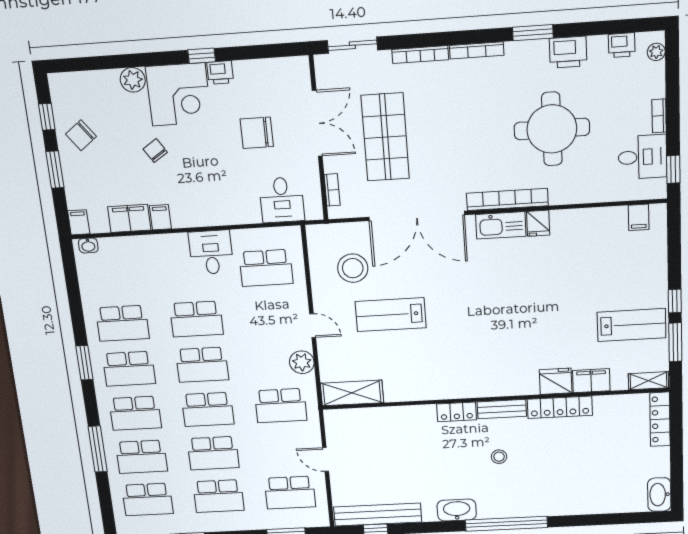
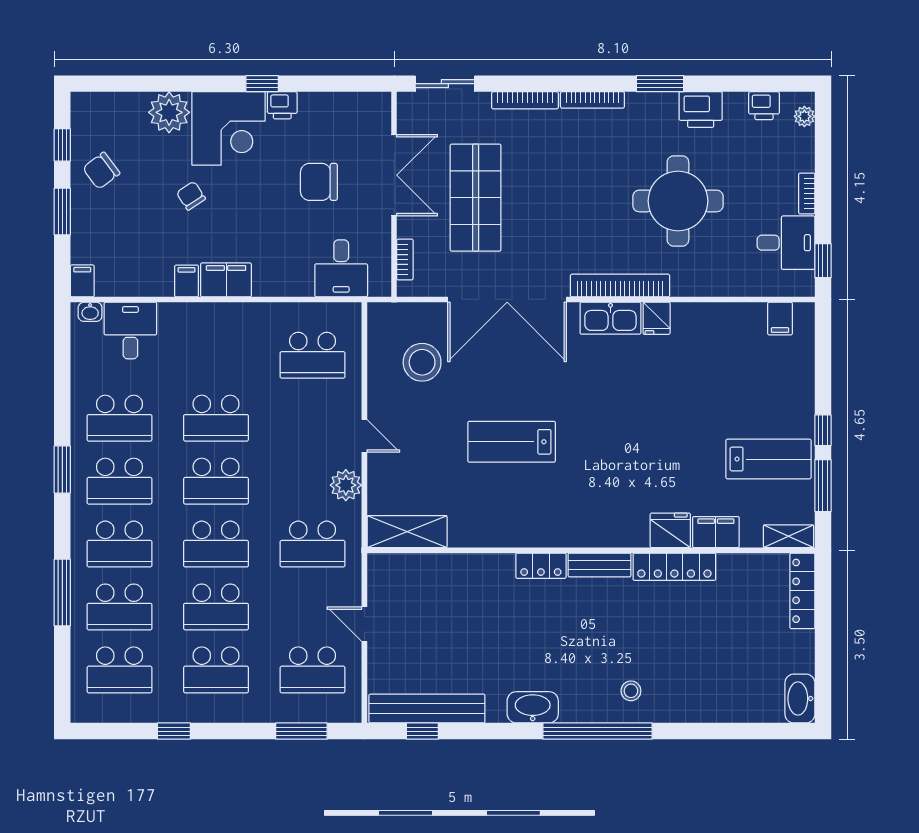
plant: (133, 80) -> (169, 112), width x1.36, depth x1.36
filing cabinet: (129, 218) -> (226, 280), moved
desk: (211, 252) -> (130, 330), moved
lab bench: (391, 315) -> (512, 442), moved
stool: (499, 457) -> (631, 691), moved

